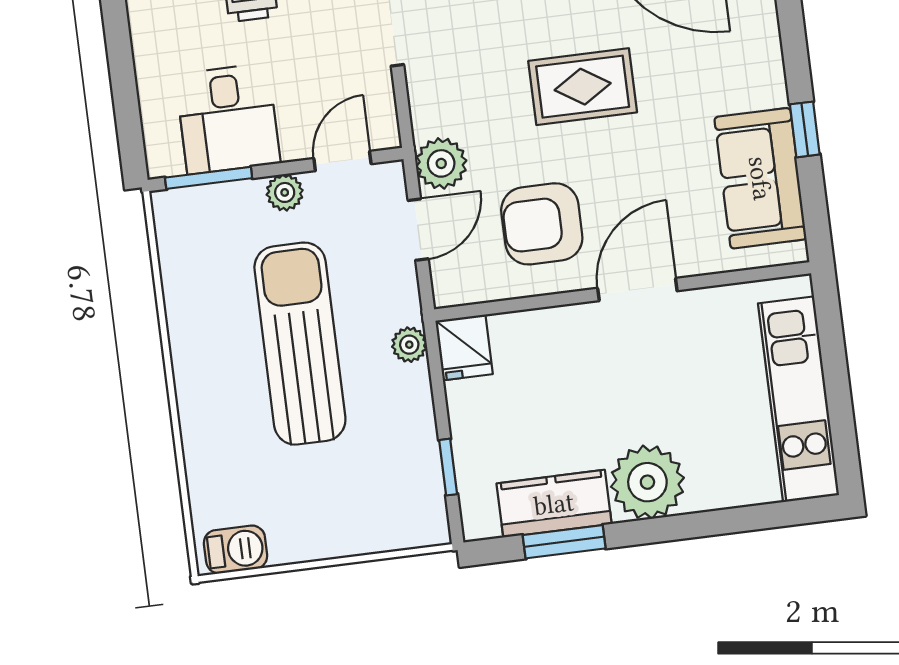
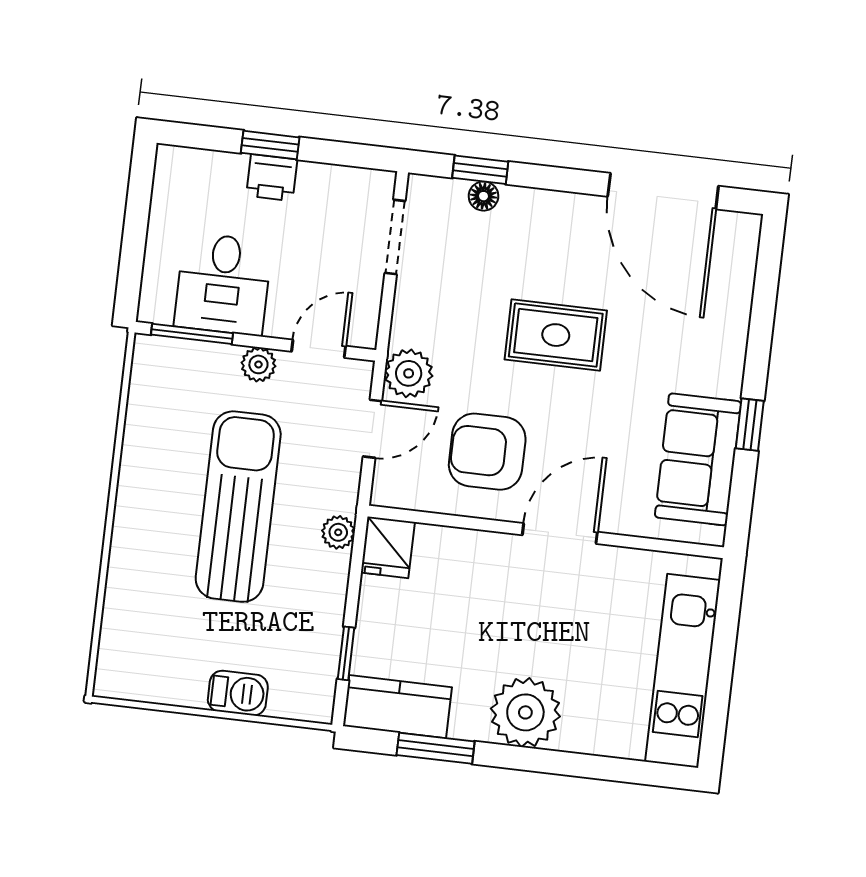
kitchen counter: (554, 504) -> (398, 707), moved
barbecue: (236, 549) -> (238, 693), moved

